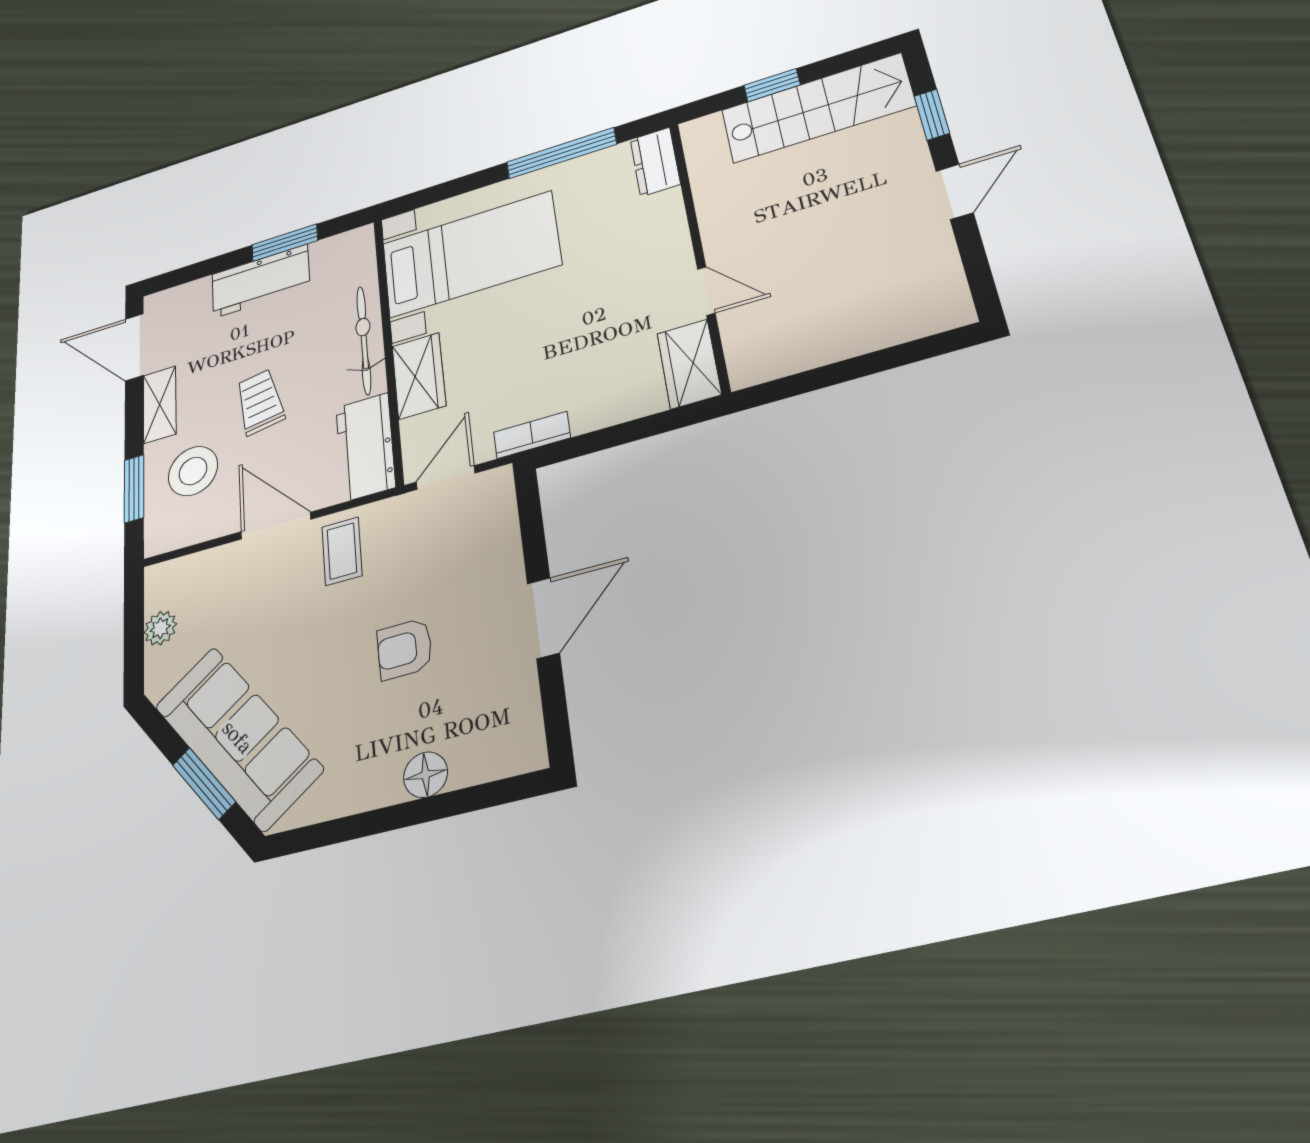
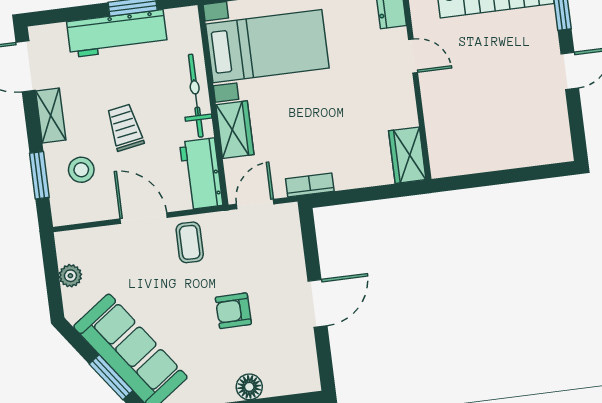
workbench: (261, 281) -> (117, 34), width x1.38
door: (706, 291) -> (413, 56), moved
stool: (193, 471) -> (81, 170), width x0.73, depth x0.73

